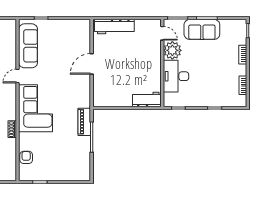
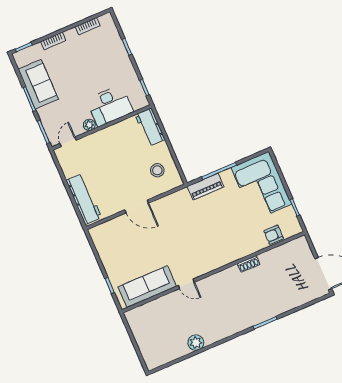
sofa: (202, 29) -> (38, 84), moved
plant: (172, 50) -> (89, 125), width x0.53, depth x0.53
stool: (112, 91) -> (157, 170), added
corner sofa: (36, 108) -> (261, 186), moved, turned -90

